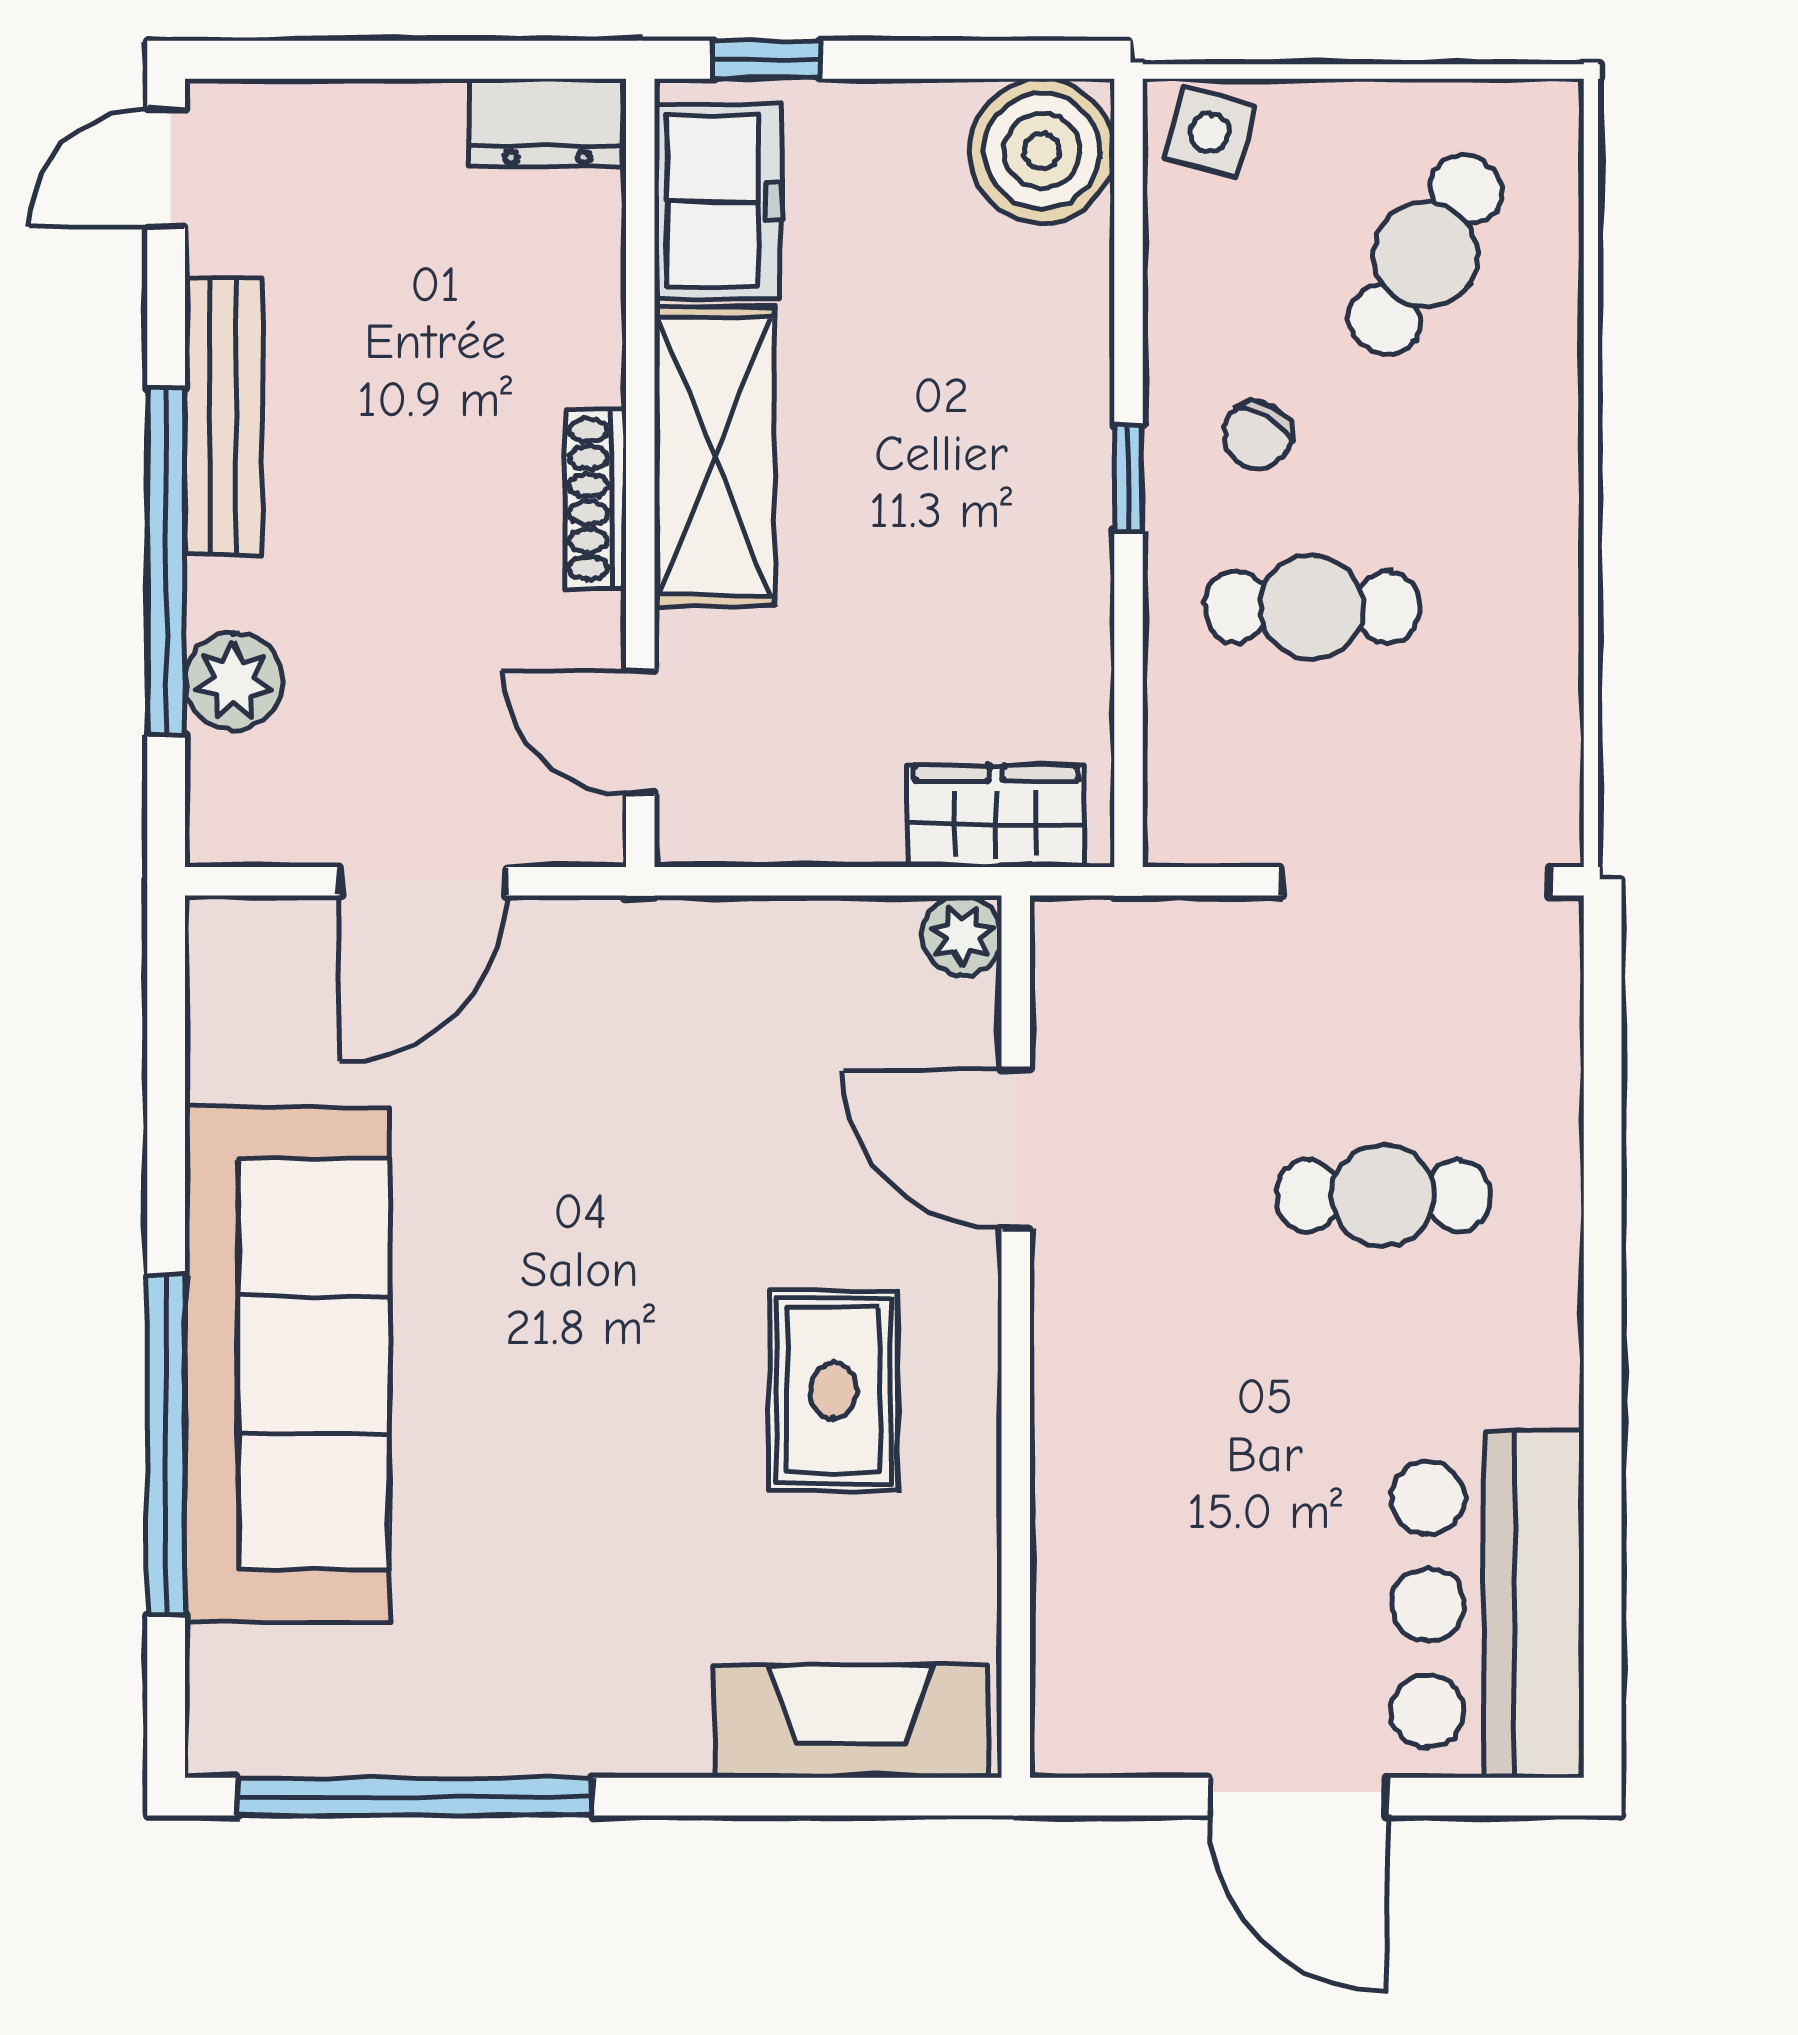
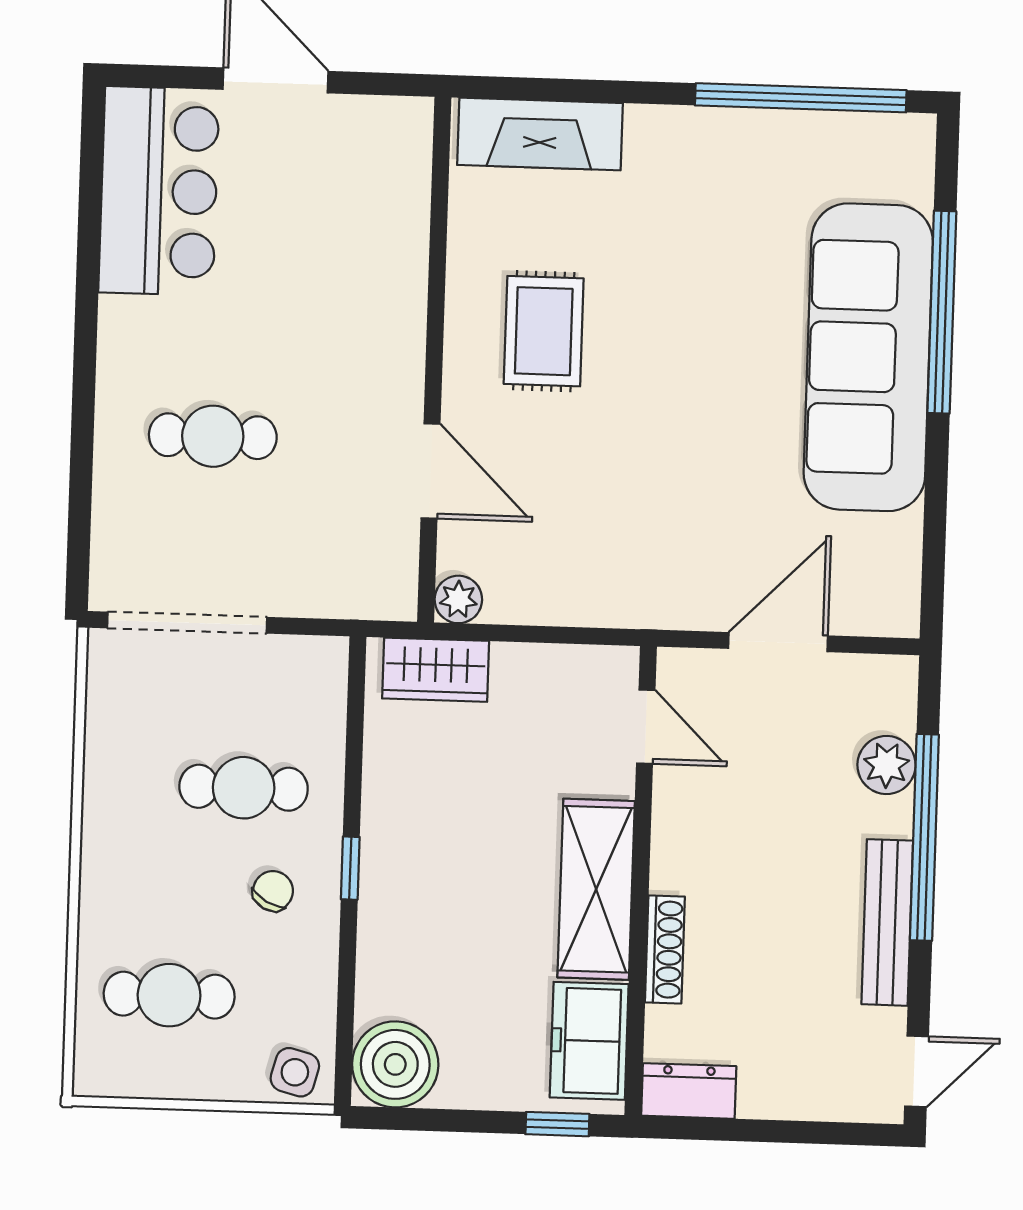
cafe table: (1426, 255) -> (169, 995), turned 58
shoe rack: (596, 499) -> (665, 949), moved

